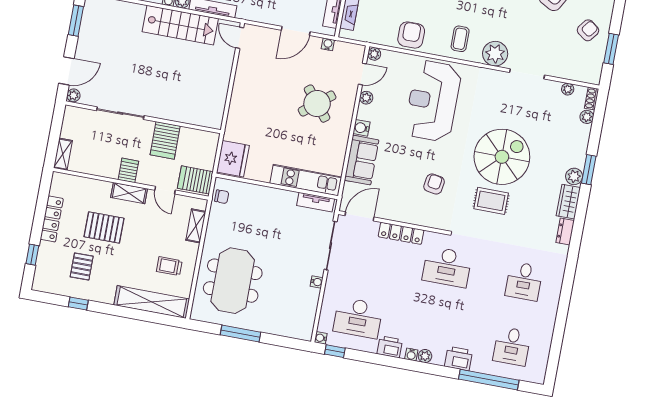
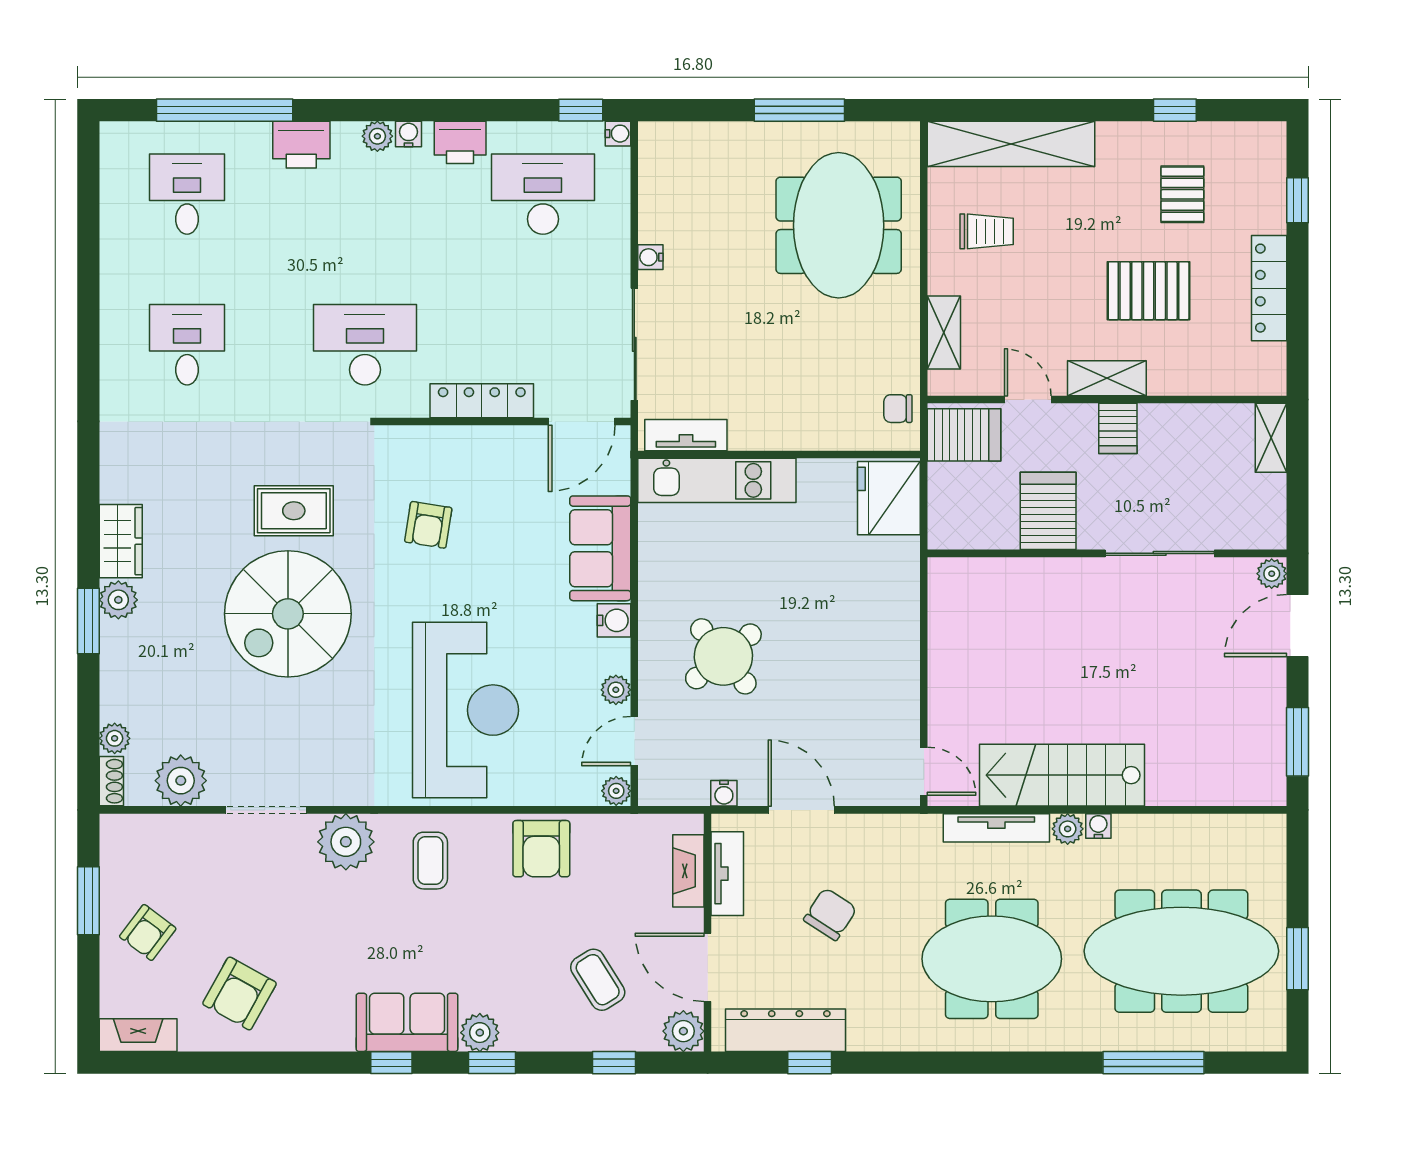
door: (296, 31) -> (801, 810), hinge flipped
plant: (568, 89) -> (181, 781), width x1.87, depth x1.87
dresser: (565, 232) -> (115, 473), removed

